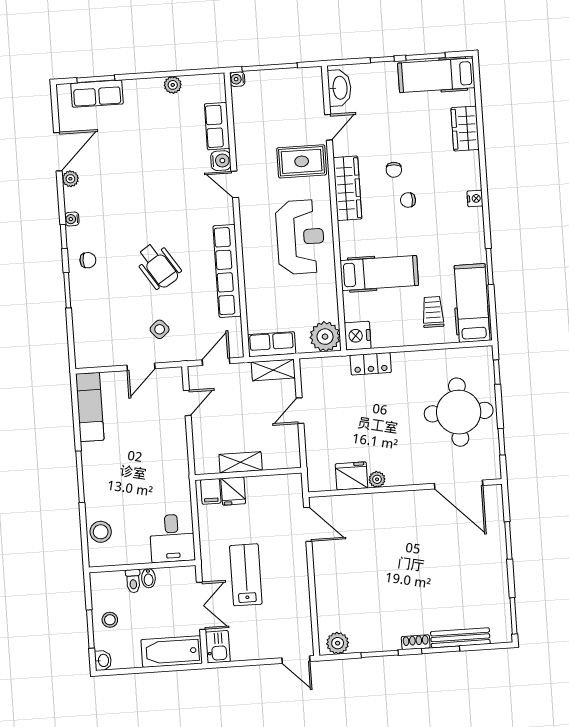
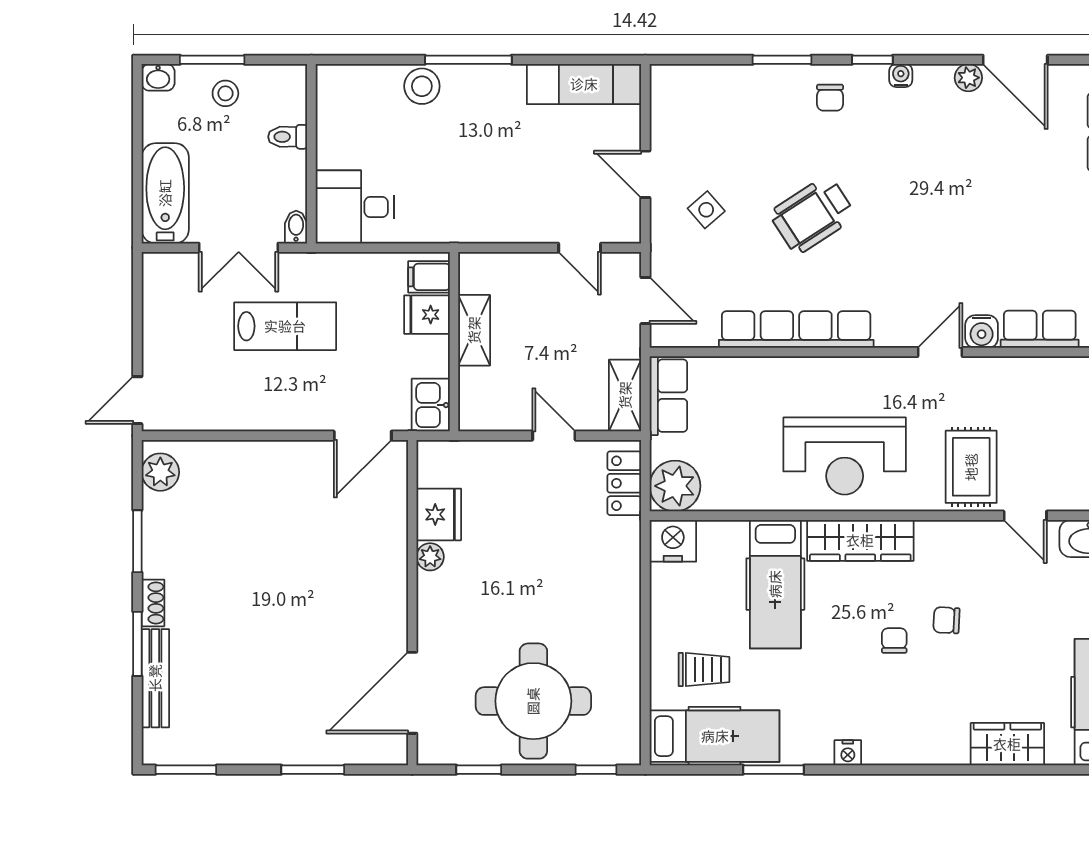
wardrobe: (347, 188) -> (860, 540), moved
nightstand: (475, 198) -> (848, 753), moved
locker: (371, 364) -> (624, 483), moved
stool: (101, 532) -> (422, 86), moved
bidet: (148, 578) -> (296, 227), moved, turned 90
kitchen sink: (218, 647) -> (431, 405), moved, turned 90

